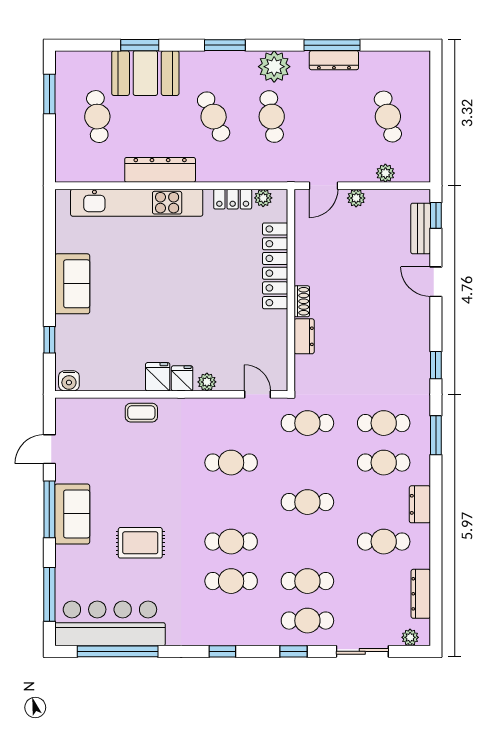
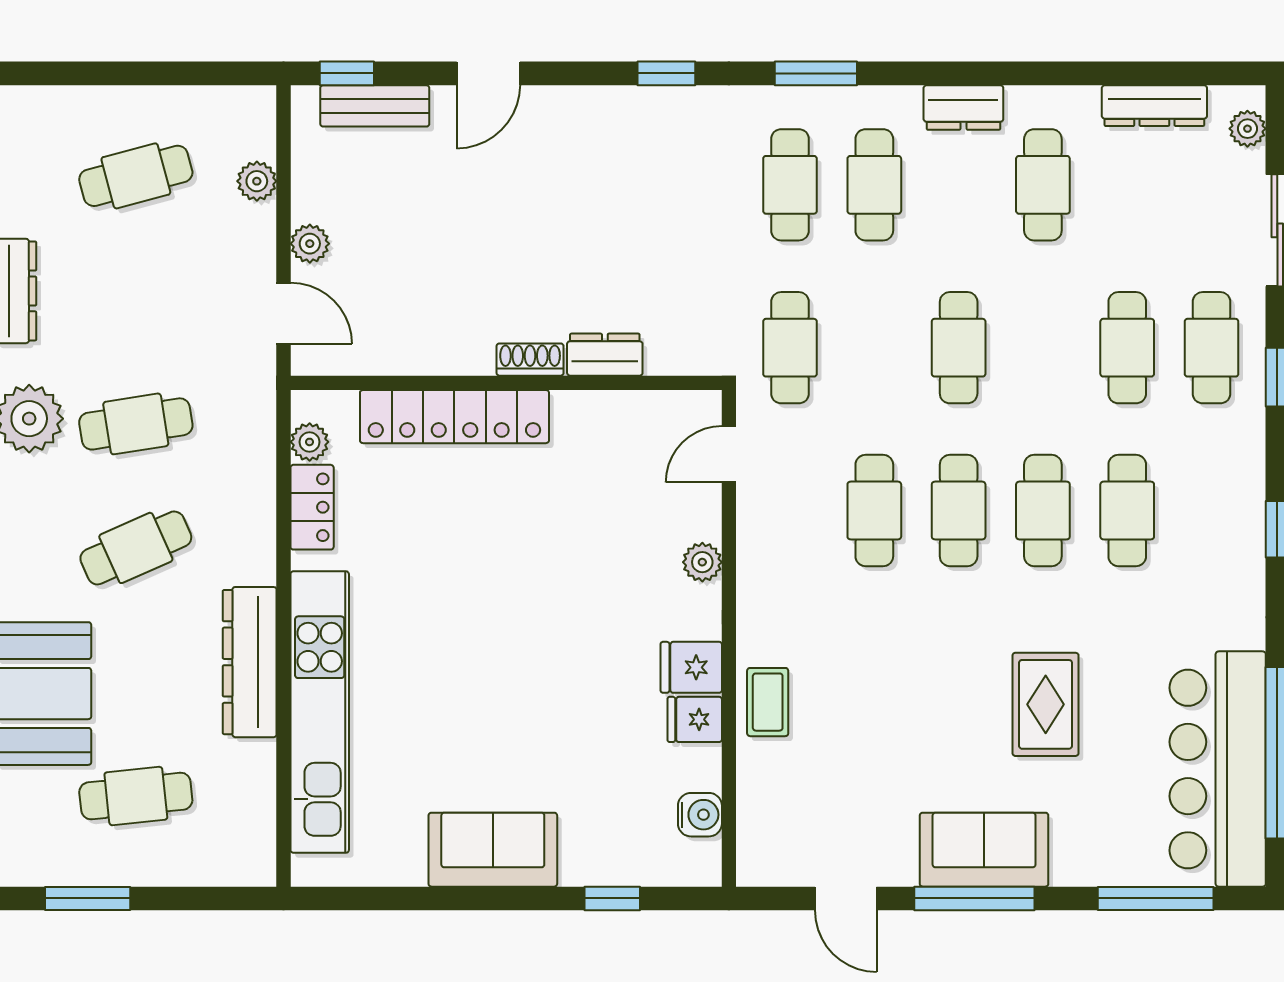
fridge: (182, 378) -> (695, 719), moved
water cooler: (69, 381) -> (700, 815), moved
cafe table: (231, 502) -> (959, 511), added

